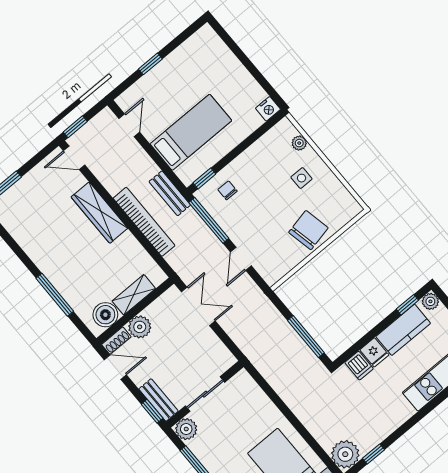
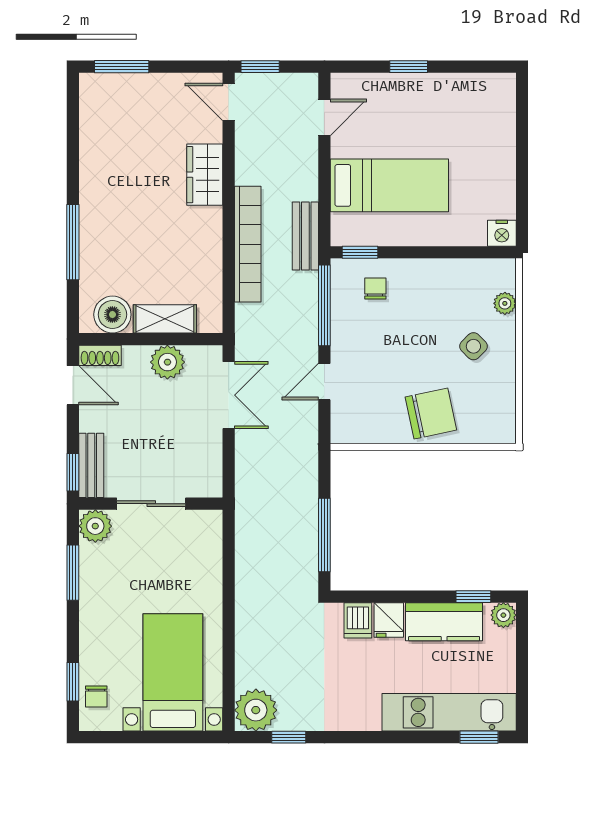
side table: (302, 178) -> (473, 346), turned 45
wardrobe: (99, 213) -> (205, 175), width x0.67
plant: (140, 327) -> (167, 362), moved

